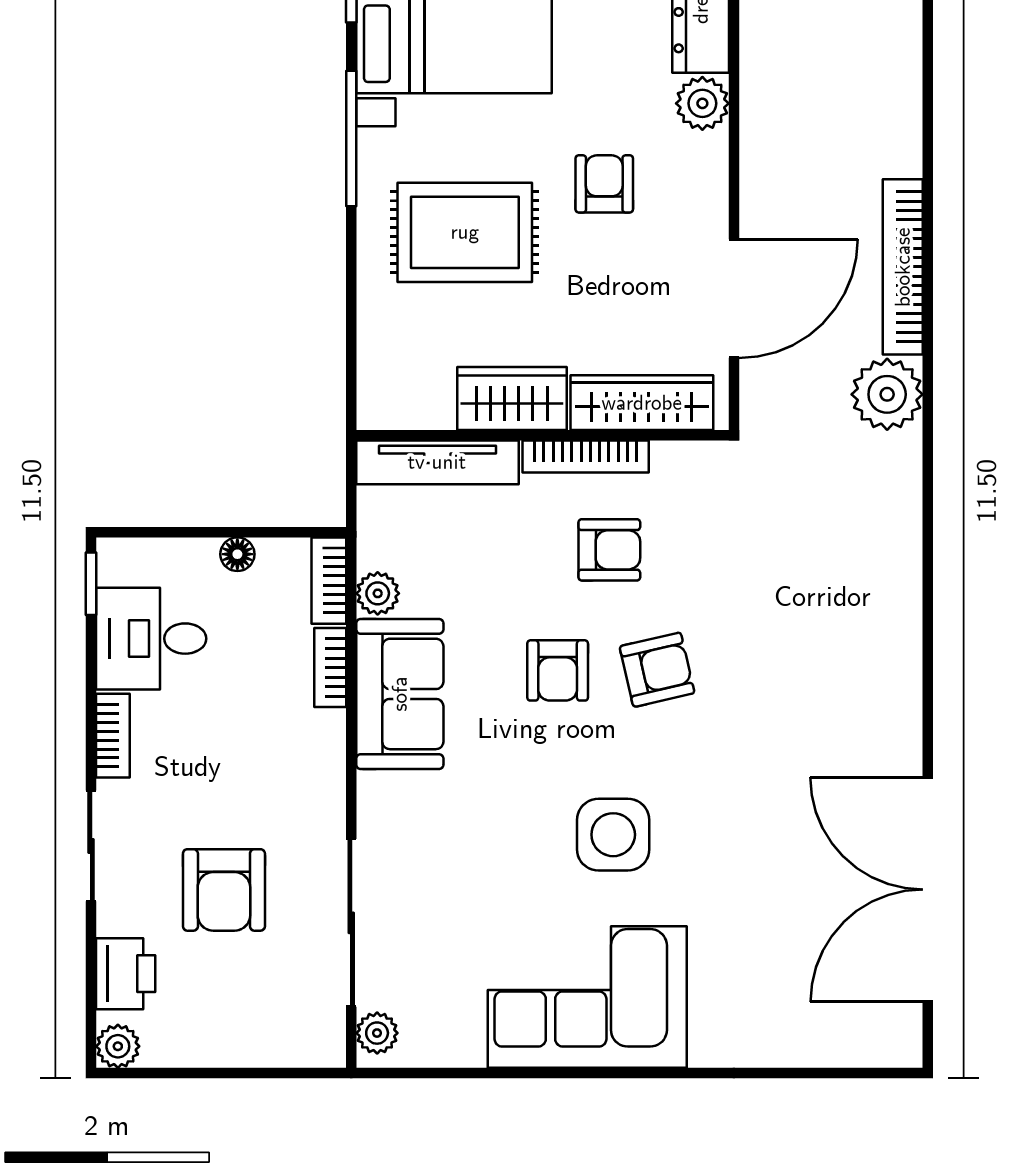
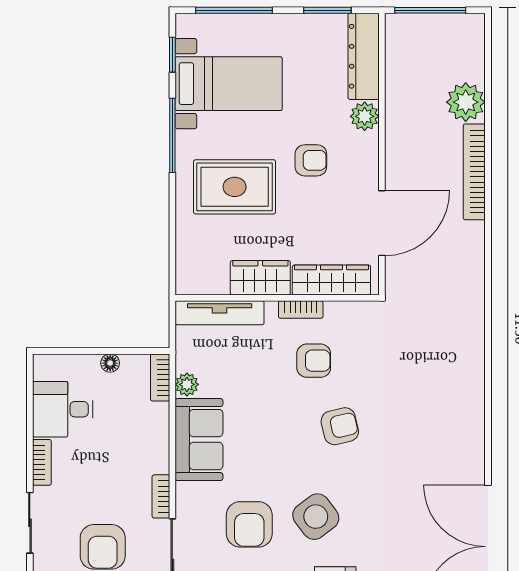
armchair: (604, 184) -> (311, 160), turned 90
bookcase: (903, 267) -> (474, 172), moved
plant: (887, 394) -> (466, 102), moved
bookcase: (586, 456) -> (301, 310), width x0.64
window: (91, 584) -> (30, 379), removed
bookcase: (330, 668) -> (161, 496), moved
armchair: (558, 670) -> (249, 524), moved, width x1.38, depth x1.38
side table: (613, 835) -> (316, 517), turned -37

